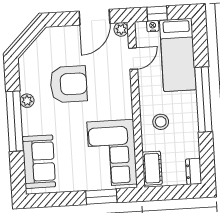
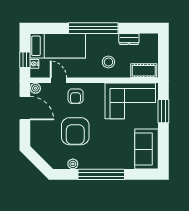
armchair: (114, 82) -> (76, 96), added
armchair: (69, 84) -> (75, 131), turned 180
plant: (27, 101) -> (73, 164), moved
sofa: (39, 162) -> (147, 149), moved, turned -90
dresser: (194, 171) -> (129, 39), moved

